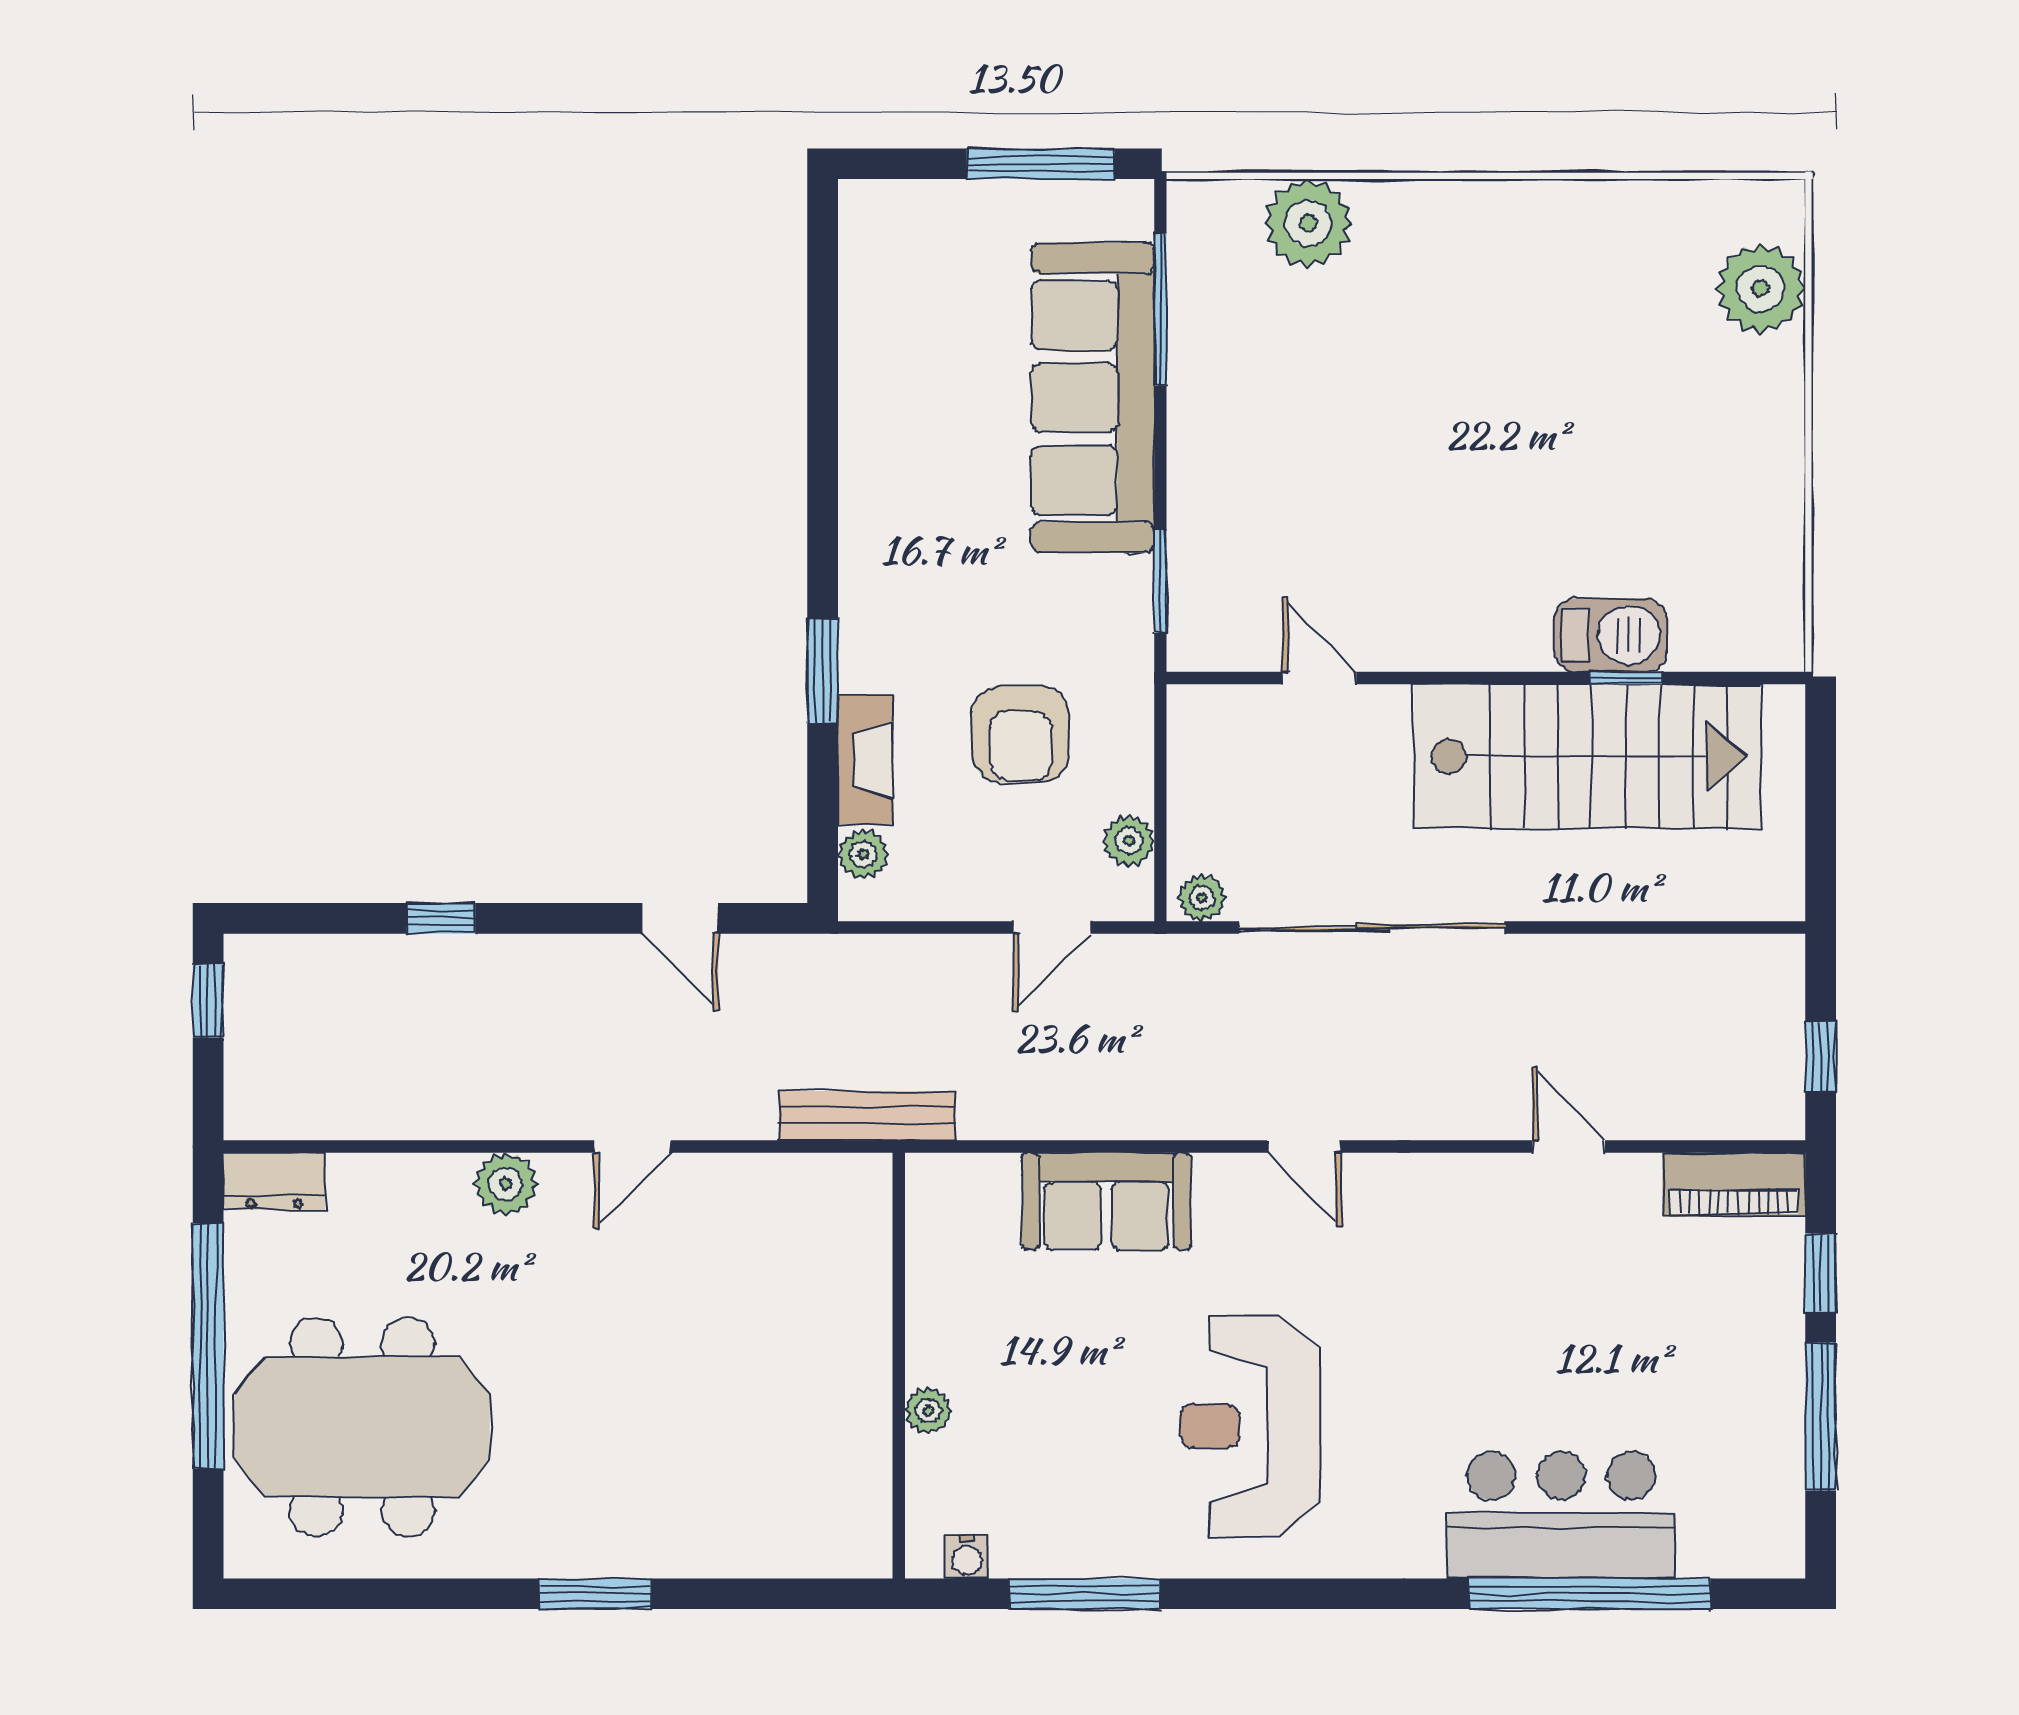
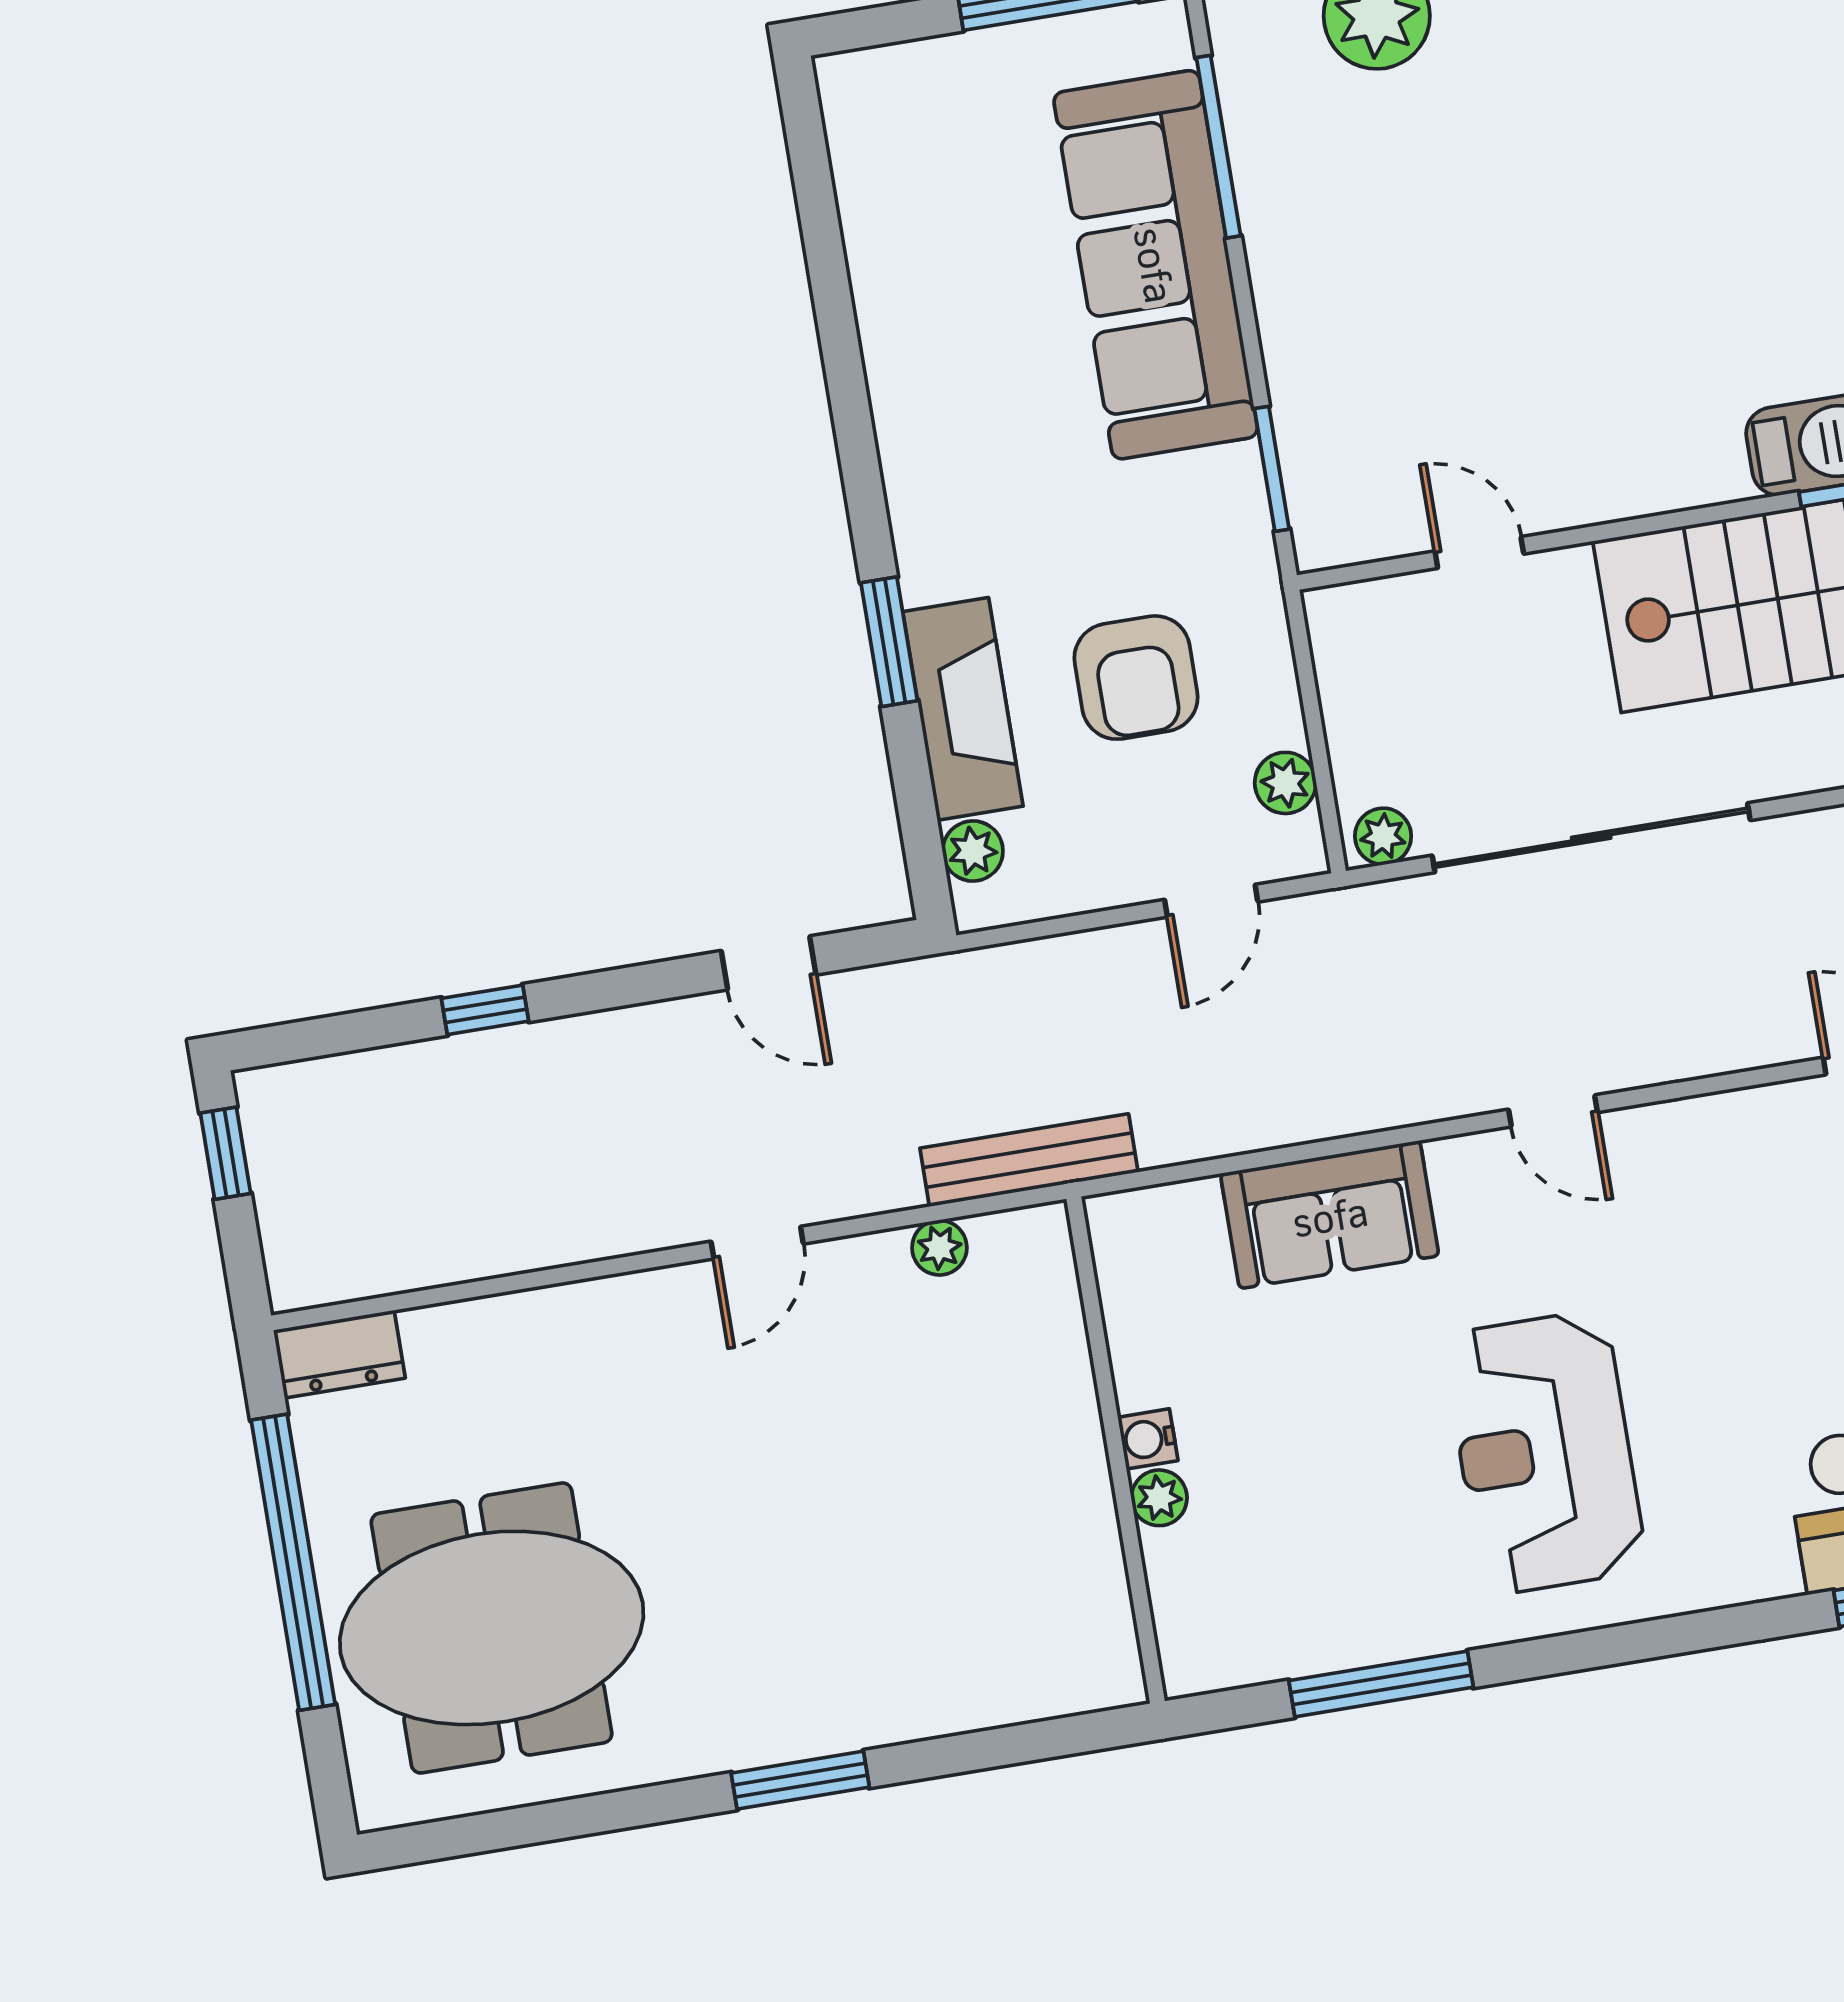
fireplace: (865, 760) -> (963, 709), width x1.37, depth x1.32
plant: (506, 1184) -> (939, 1248), moved, width x0.73, depth x0.73
water cooler: (967, 1557) -> (1148, 1439), moved, turned 90

